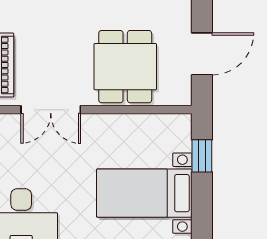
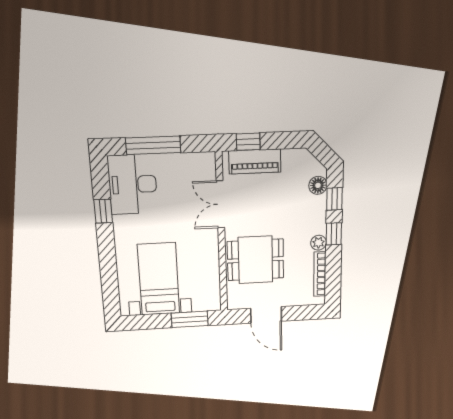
window: (202, 156) -> (190, 319), width x1.50

